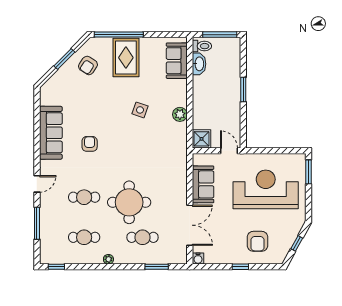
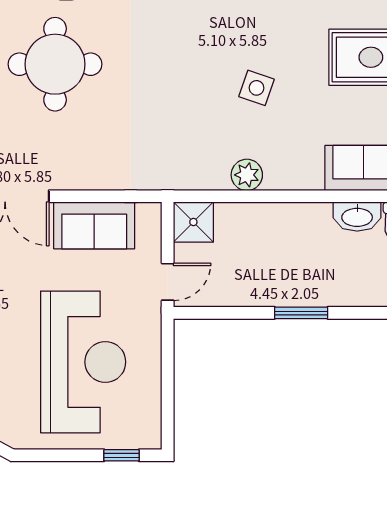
window: (308, 172) -> (121, 455), width x0.67

